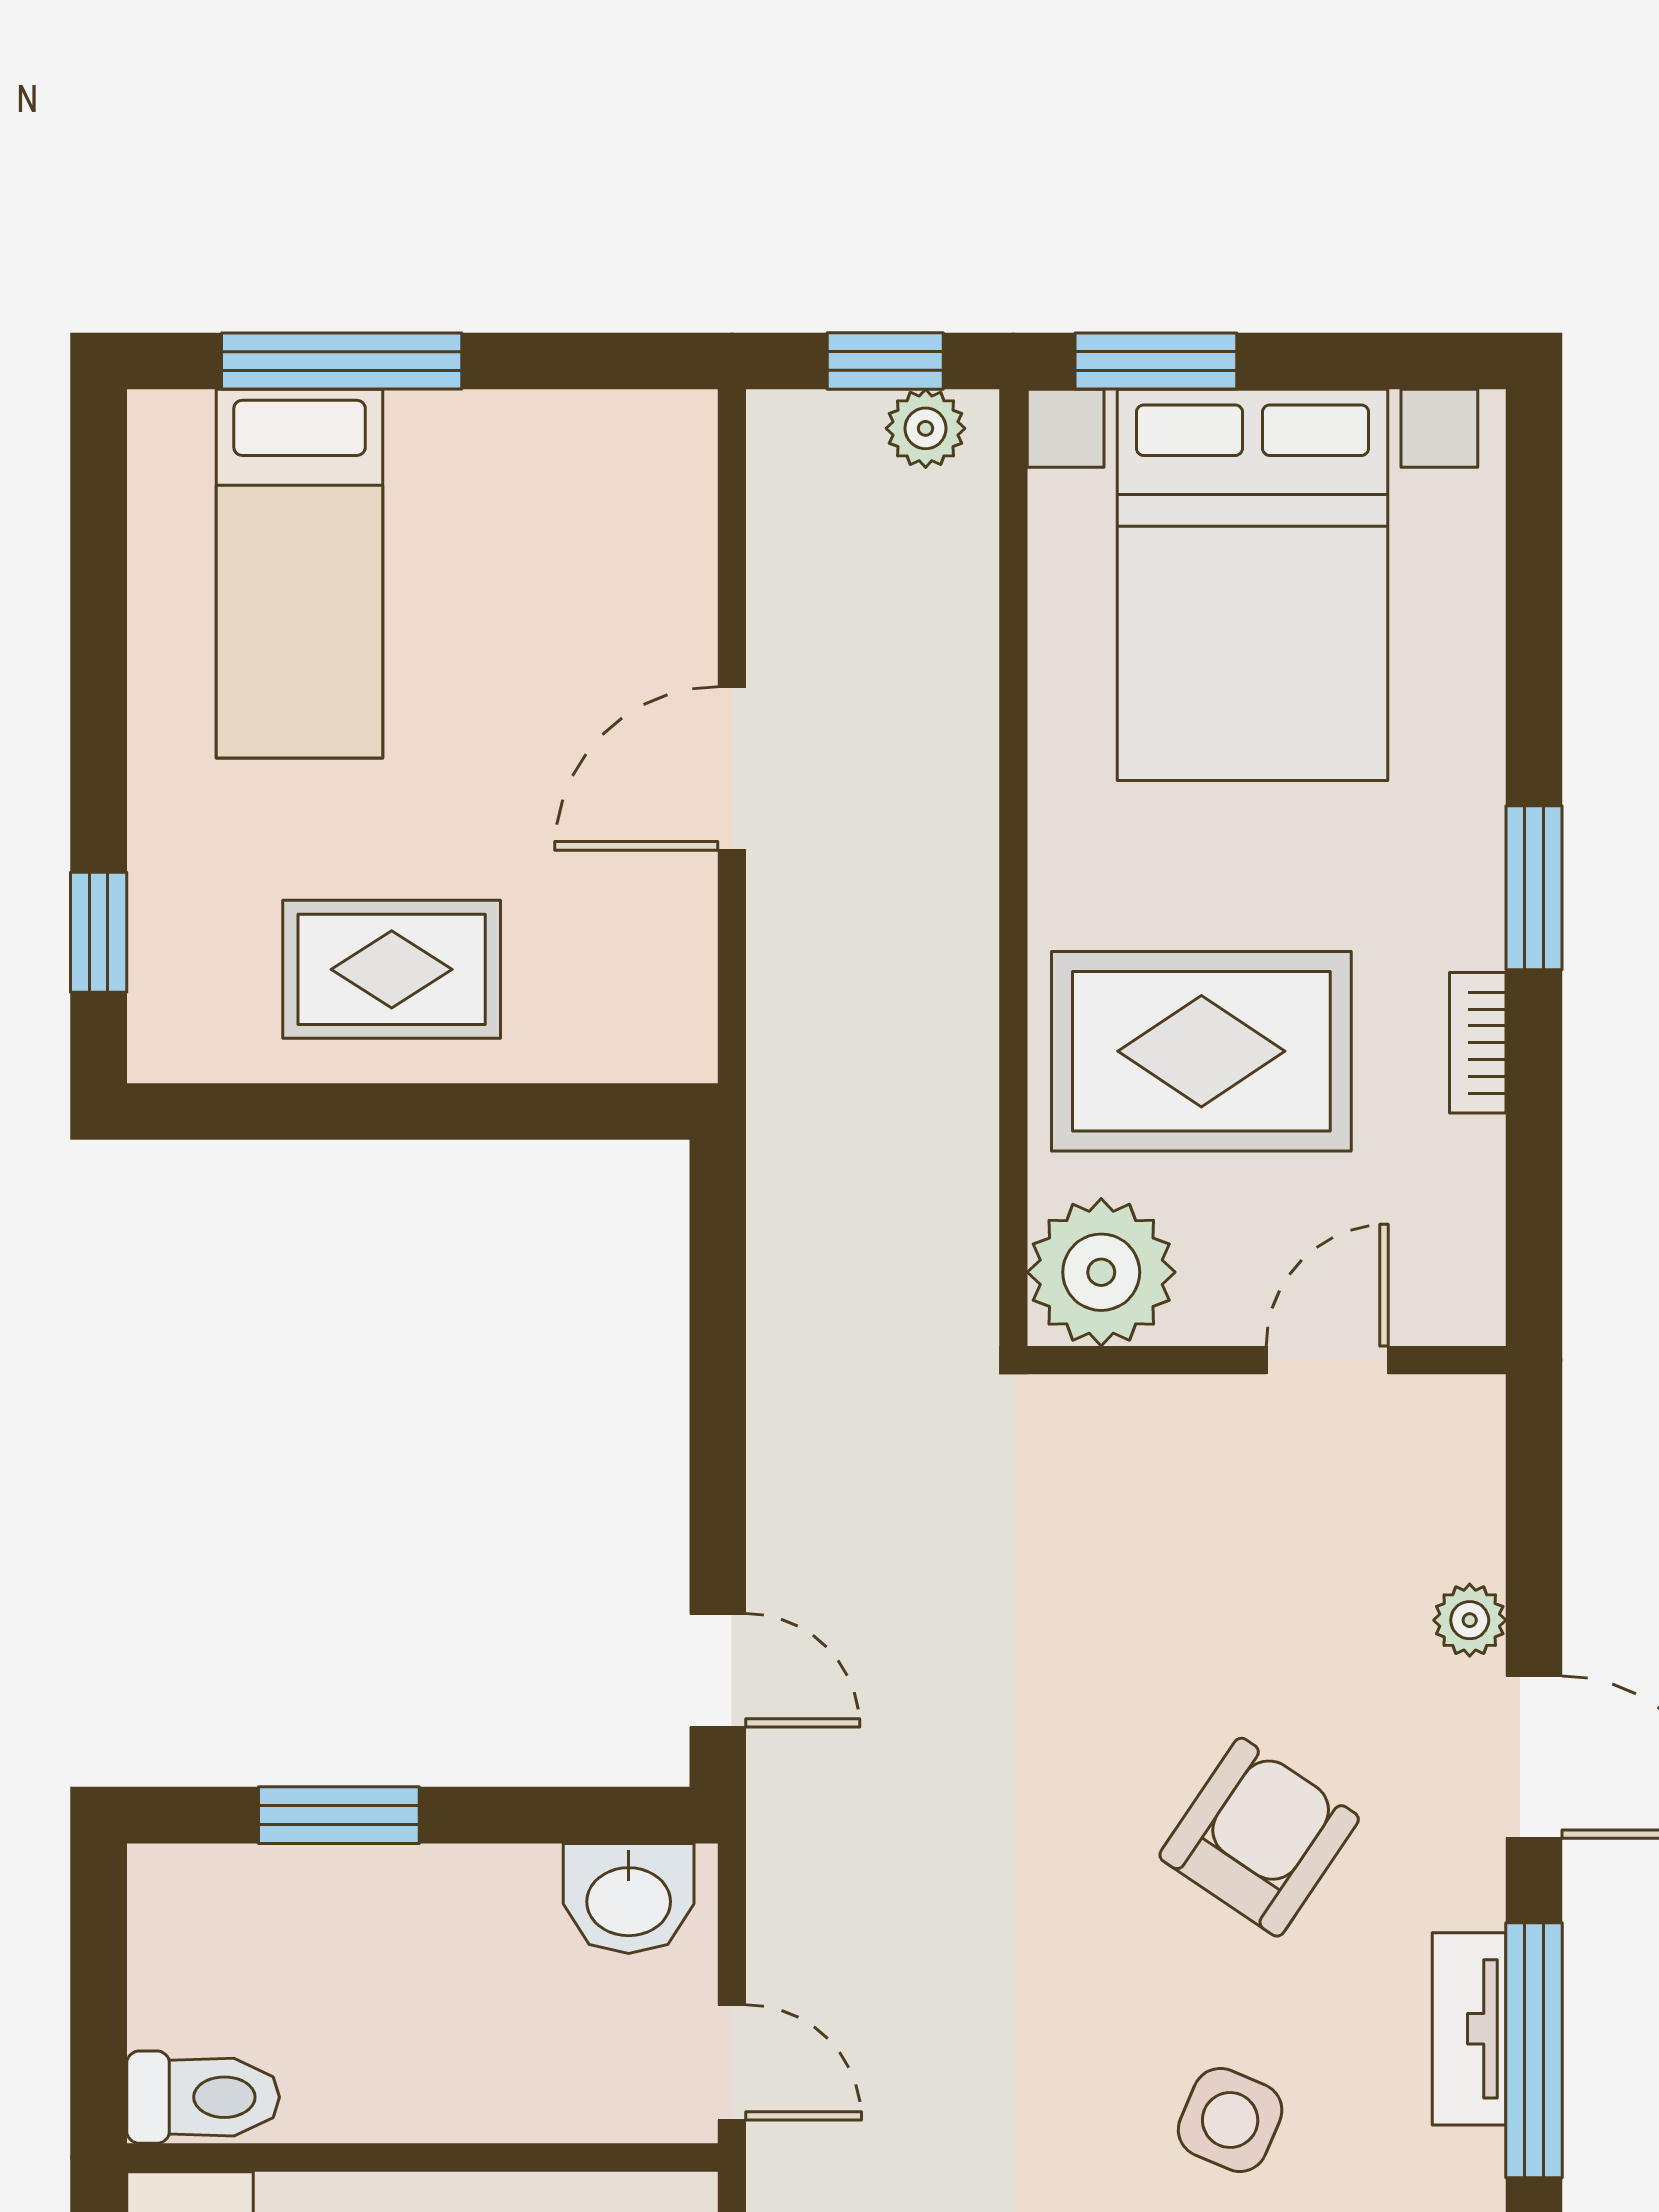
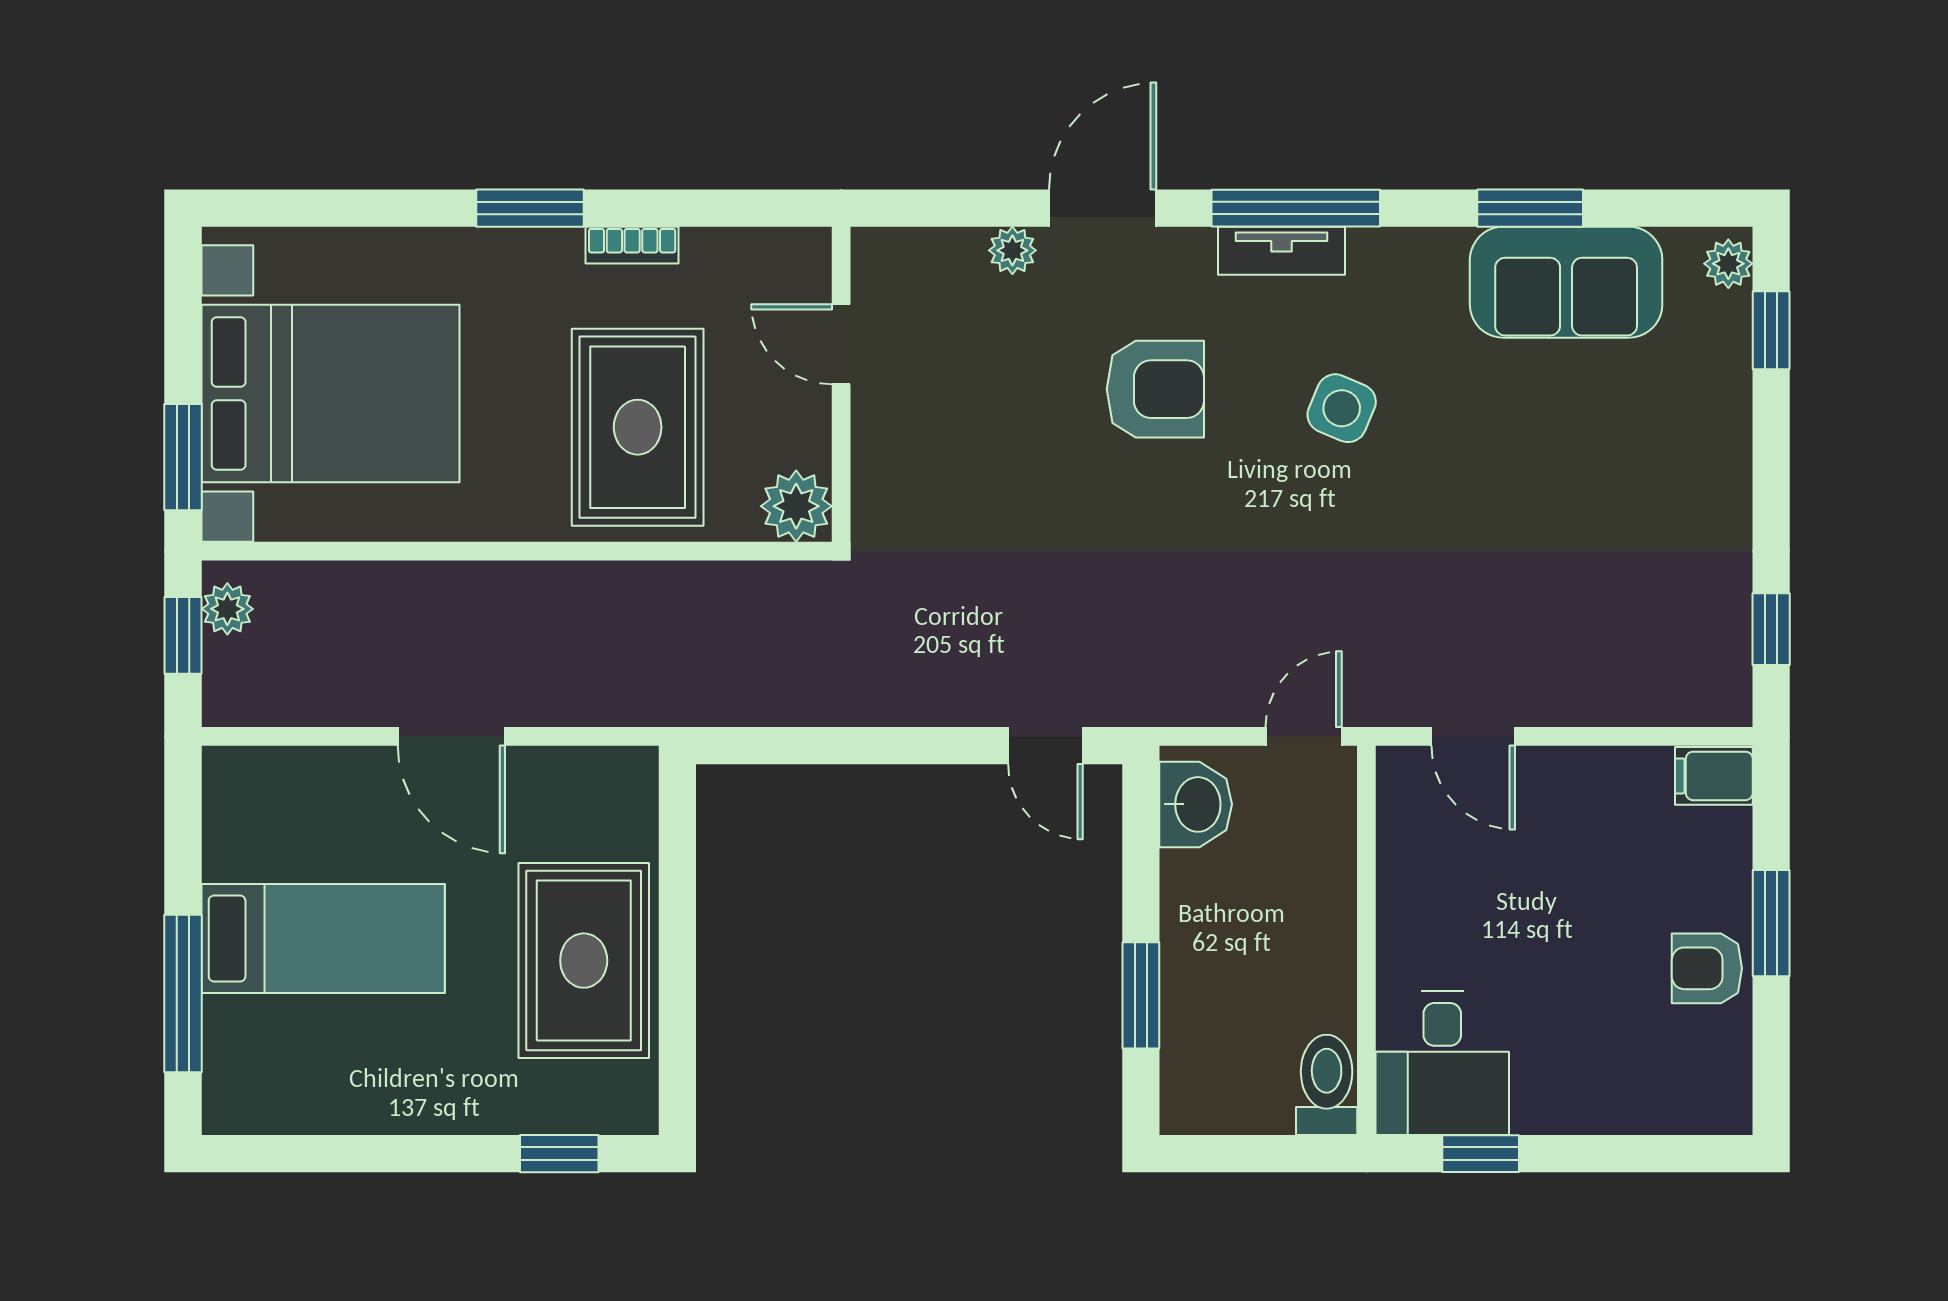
bed: (300, 574) -> (323, 938), moved
rug: (392, 969) -> (584, 961), width x1.36, depth x1.43
plant: (1101, 1272) -> (796, 506), width x0.73, depth x0.73
door: (718, 1670) -> (1045, 746), swing flipped
armchair: (1259, 1837) -> (1155, 389), turned 146

